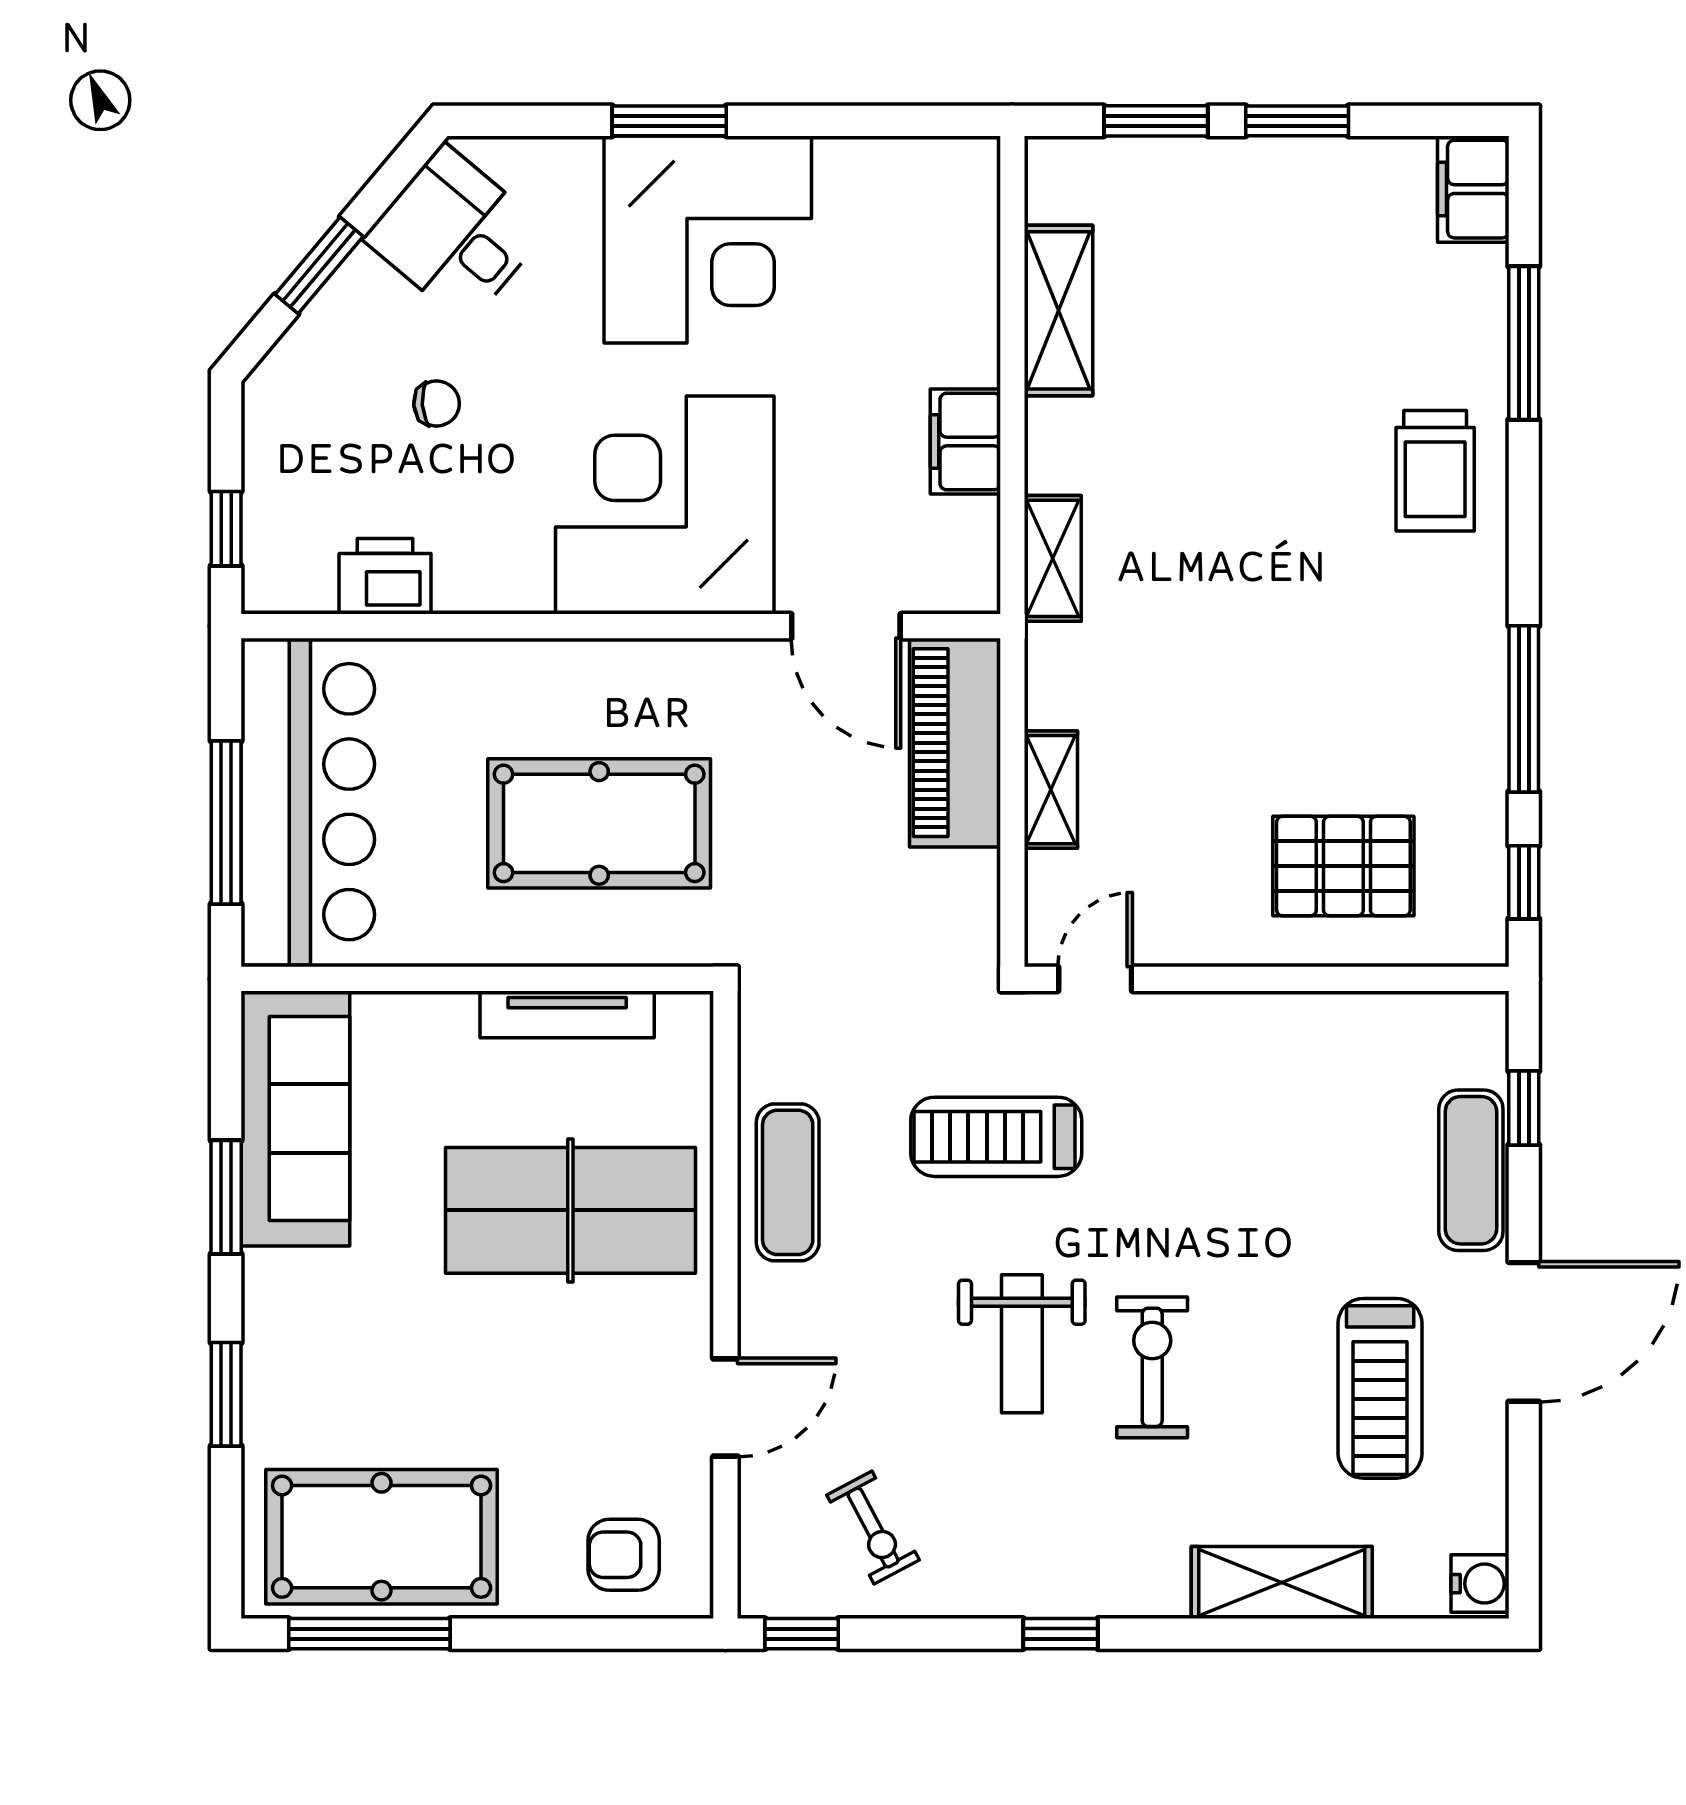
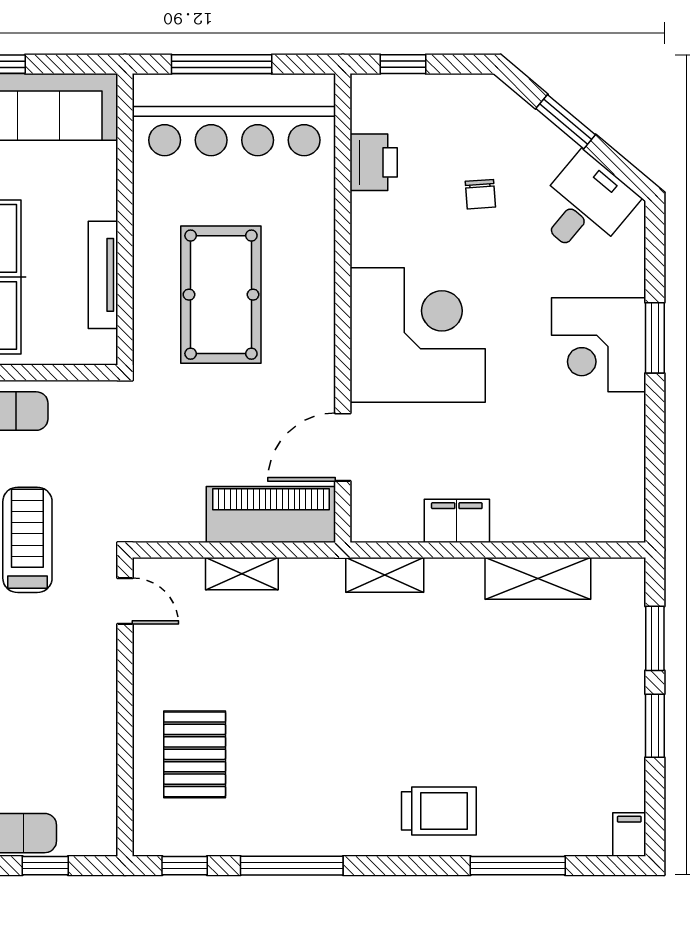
filing cabinet: (1473, 189) -> (629, 835), width x0.50
corner desk: (708, 239) -> (599, 345), width x0.74, depth x0.74
trolley: (1435, 471) -> (439, 811), turned 180

